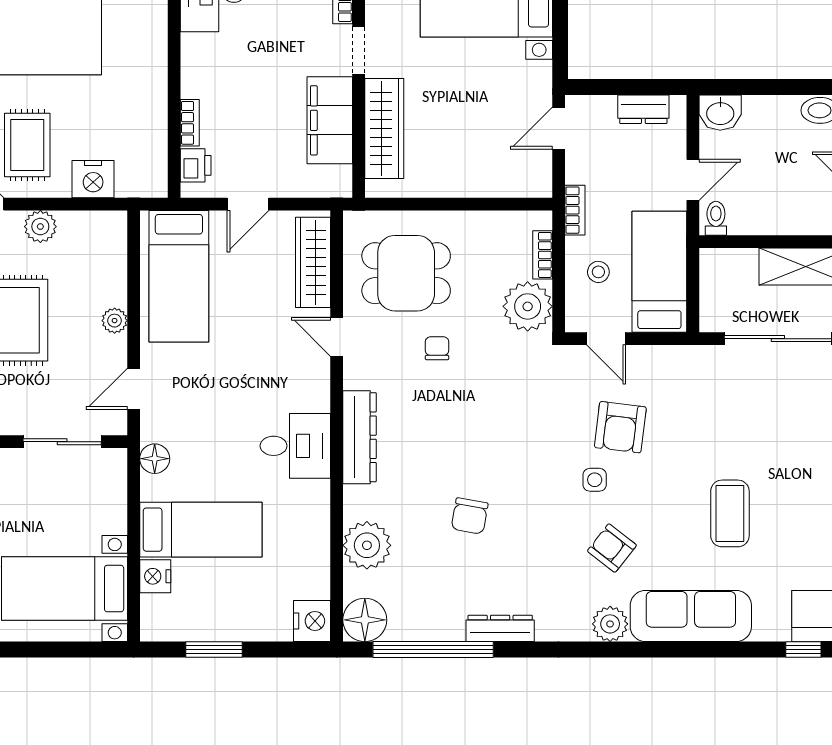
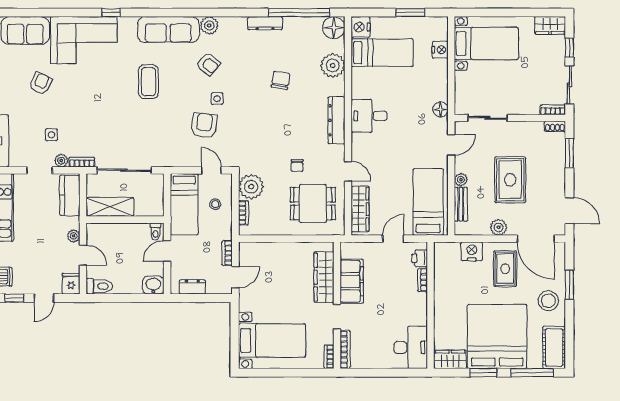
bookcase: (575, 210) -> (227, 253), moved
bench: (115, 272) -> (461, 204), added
bed: (201, 530) -> (382, 53), moved, turned 180

